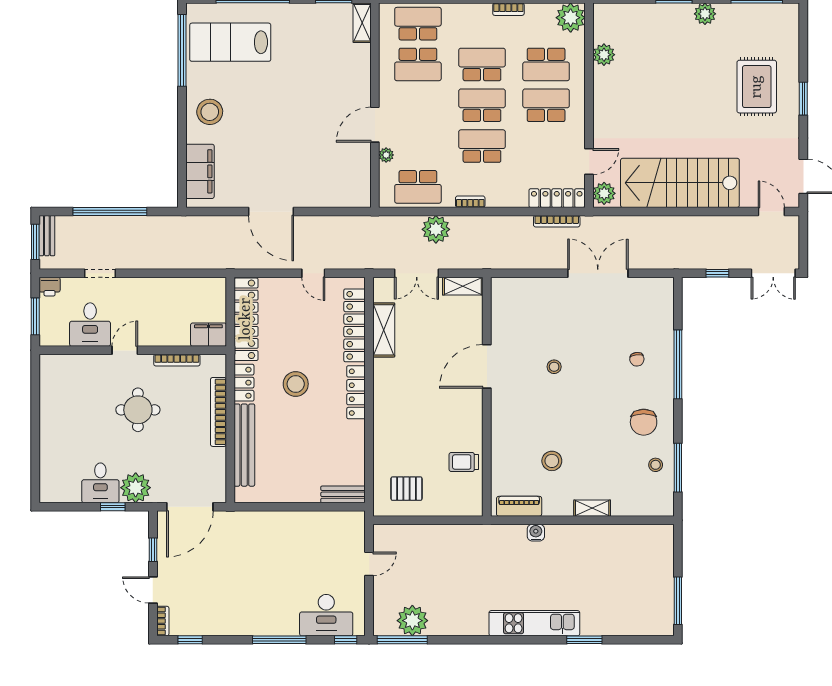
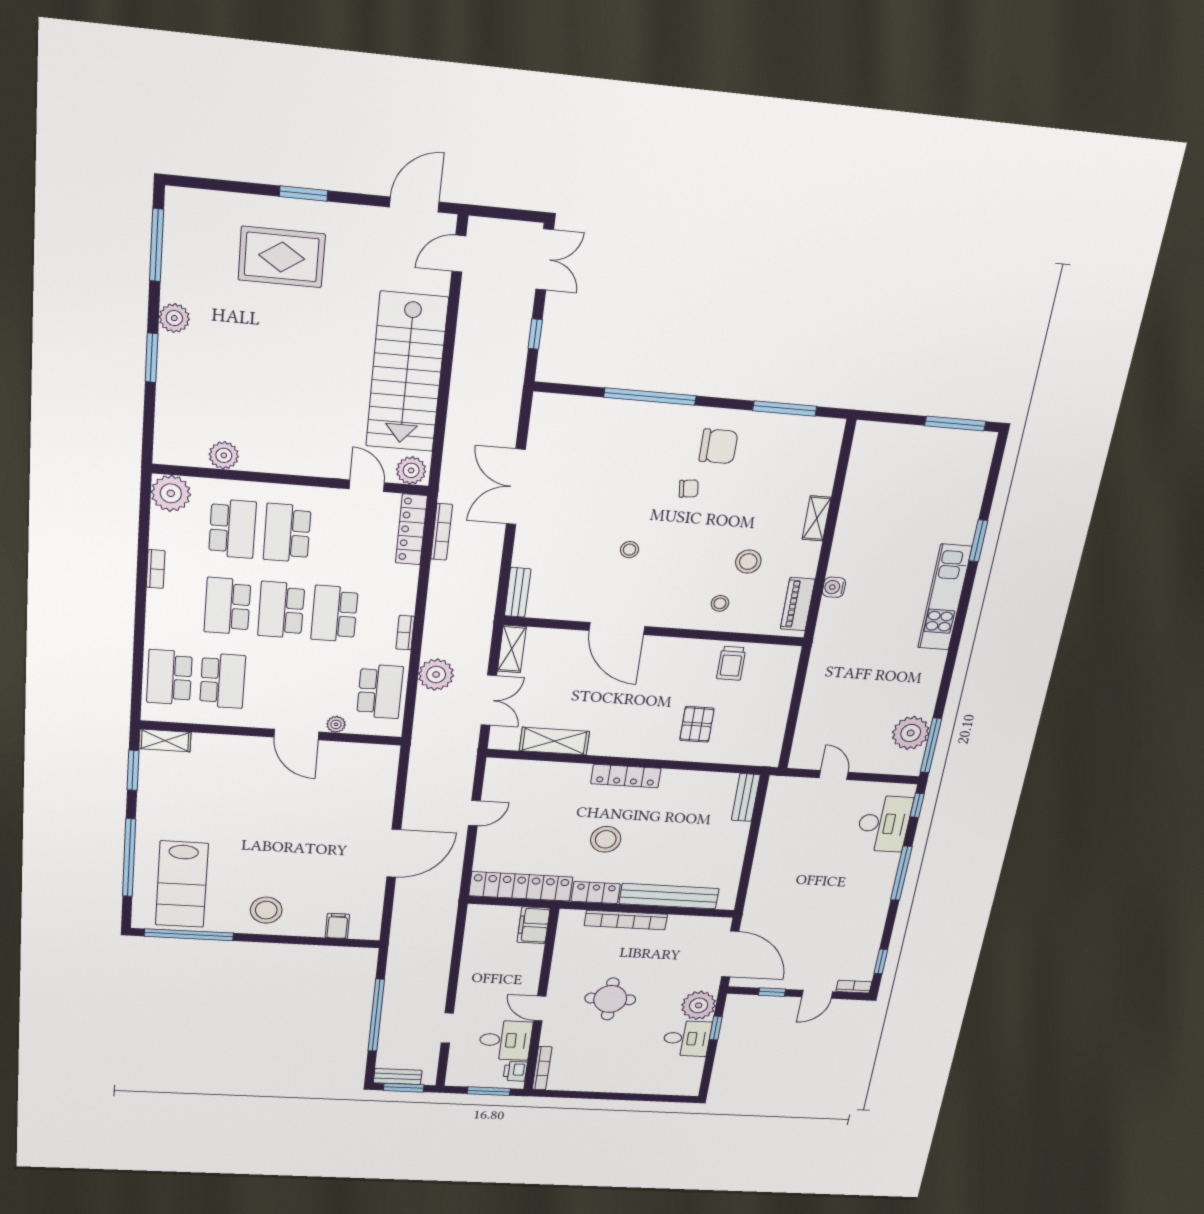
filing cabinet: (200, 171) -> (337, 926), width x0.33, depth x0.86
bench: (511, 285) -> (518, 592), added
printer: (50, 287) -> (515, 1071), moved, turned 180
locker: (355, 325) -> (544, 773), removed
chair: (637, 359) -> (689, 489), moved
bookcase: (177, 360) -> (542, 1068), moved
stool: (656, 465) -> (720, 603), moved
pallet: (406, 489) -> (697, 724), moved

